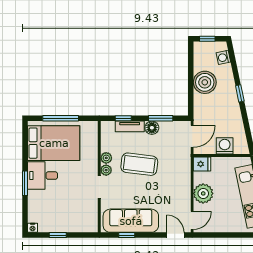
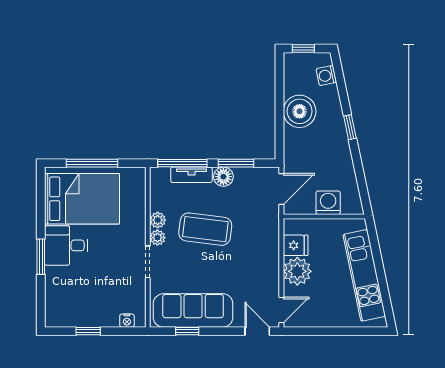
window: (123, 118) -> (182, 163), width x2.17
fridge: (202, 164) -> (296, 245), moved
nightstand: (33, 228) -> (127, 321), moved

